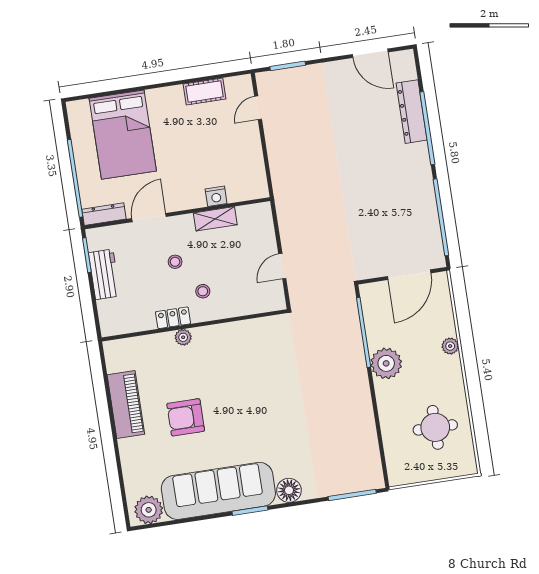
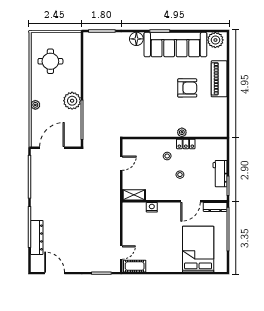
cot: (204, 91) -> (135, 266), moved
shelving: (215, 219) -> (134, 195), moved
piano: (126, 405) -> (219, 79), moved

